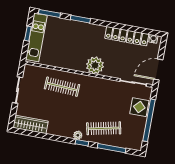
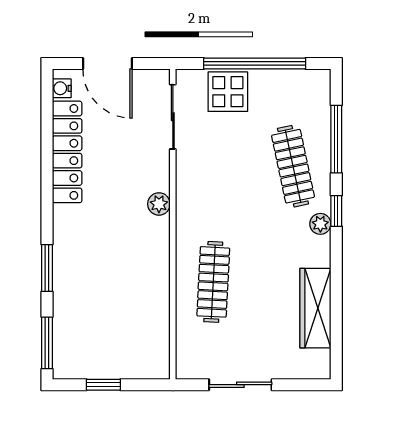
kitchen unit: (36, 37) -> (109, 363), removed
plant: (95, 65) -> (159, 204), width x0.53, depth x0.53
door: (158, 69) -> (107, 63), moved
wardrobe: (31, 124) -> (315, 308), moved

